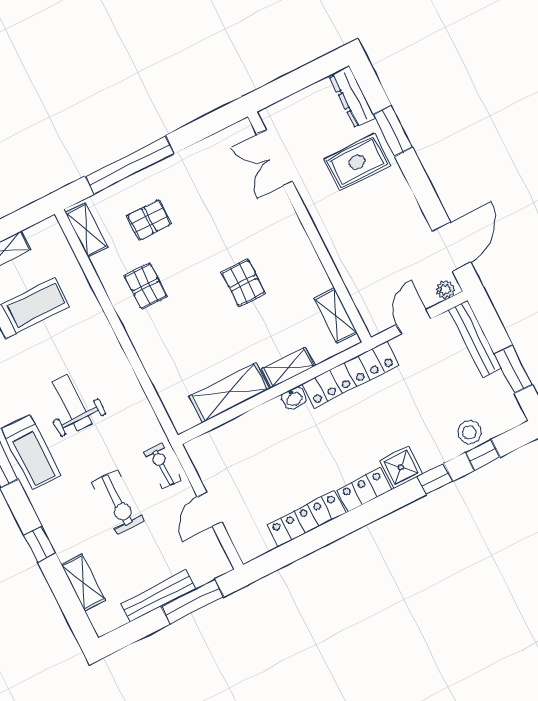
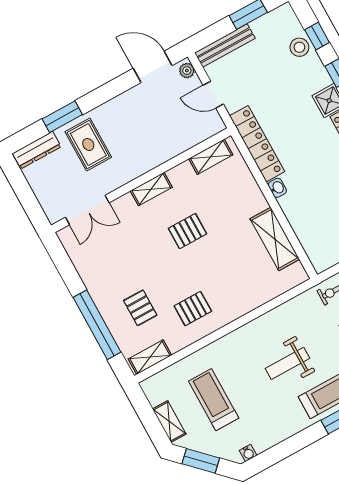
shelving: (288, 367) -> (151, 189), moved, turned 90

